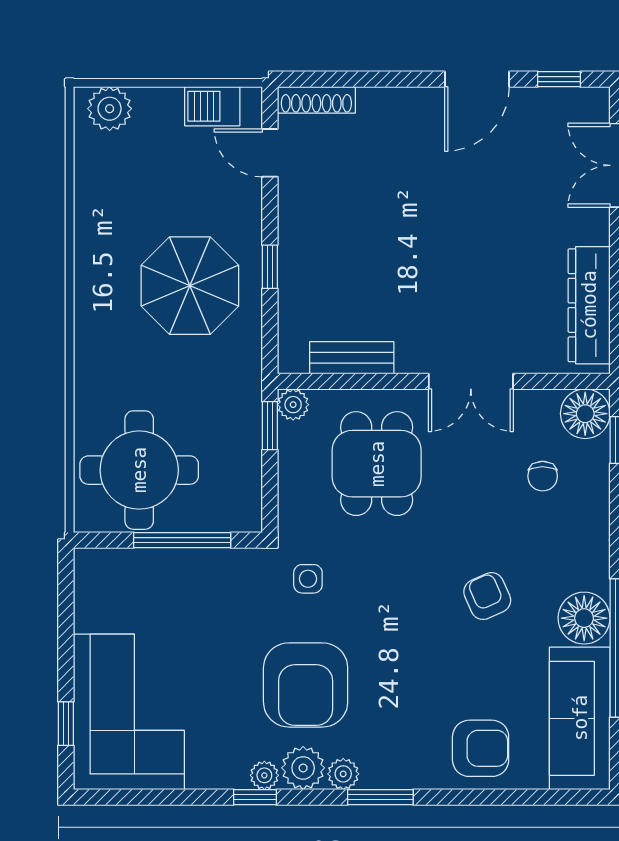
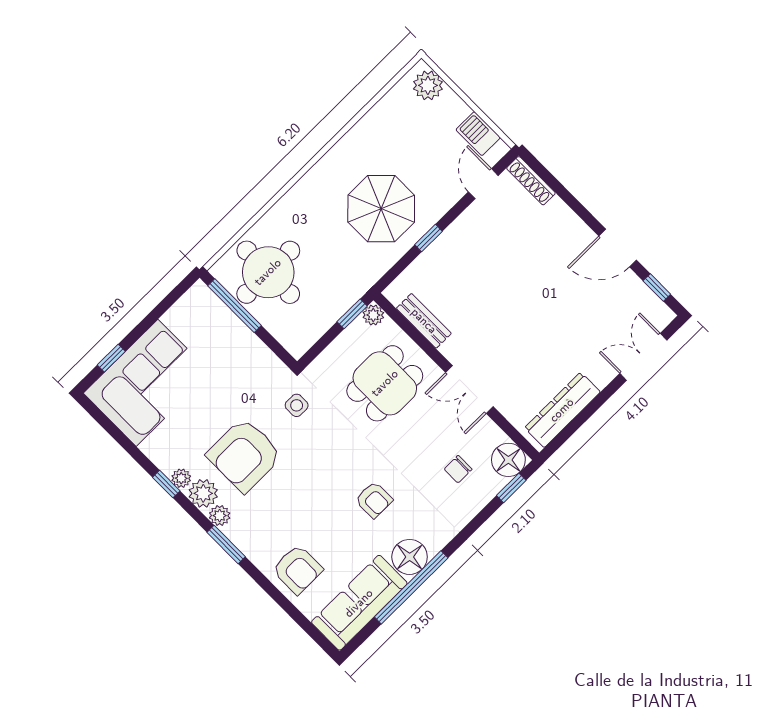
window: (182, 540) -> (235, 306), moved
armchair: (487, 596) -> (374, 500), turned 114

